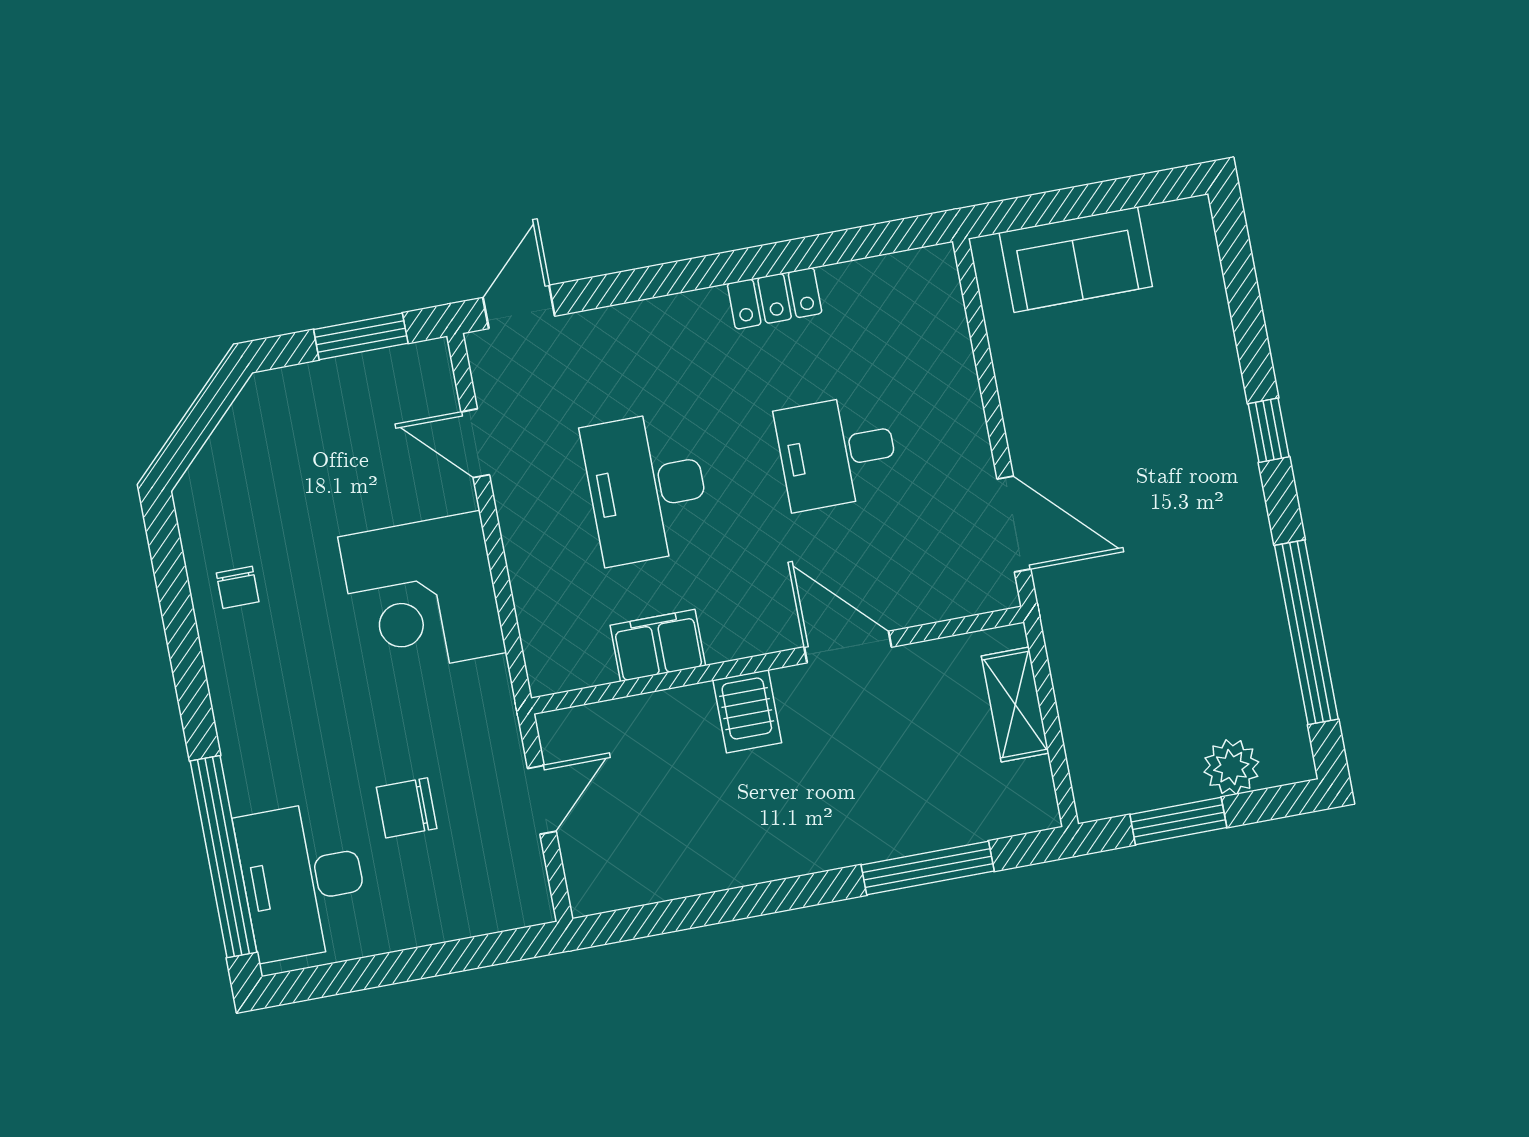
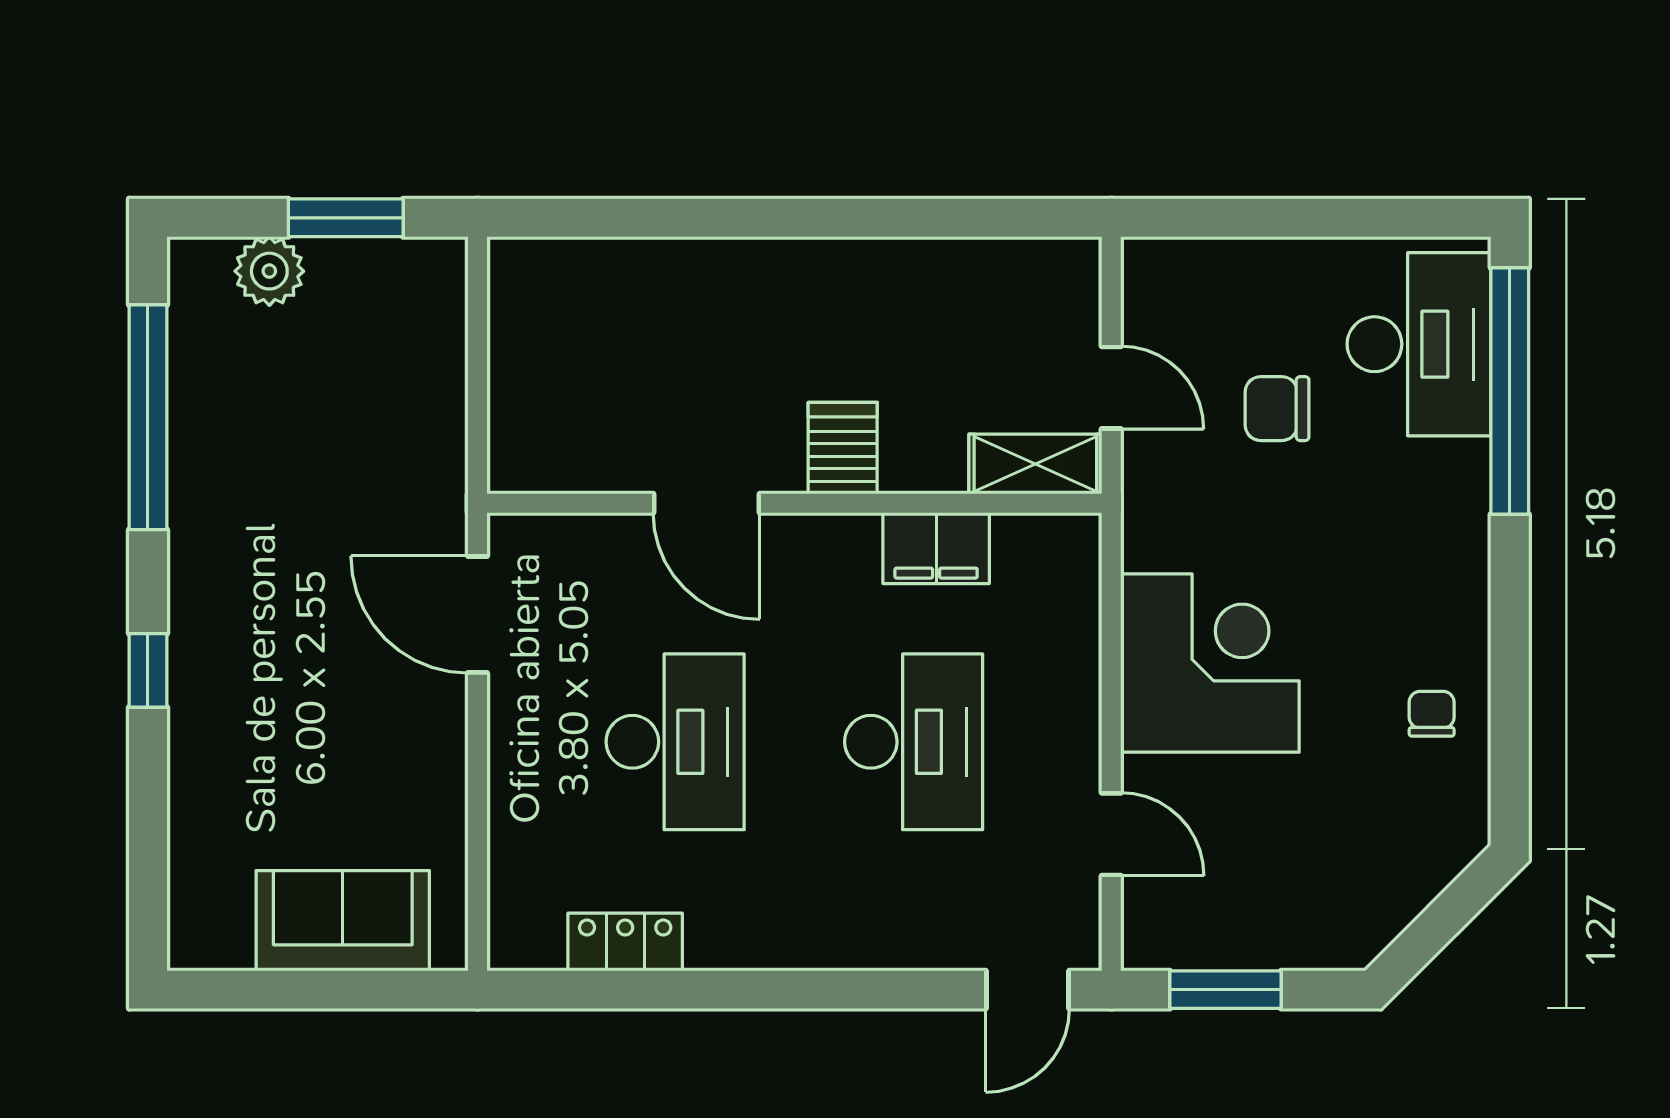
locker: (775, 298) -> (625, 942), moved
desk: (837, 452) -> (675, 742), width x1.37
shelving: (1015, 704) -> (1035, 464), moved, turned 90
door: (542, 800) -> (1111, 388), swing flipped
chair: (407, 808) -> (1277, 409), turned 180
window: (928, 868) -> (660, 218), removed

